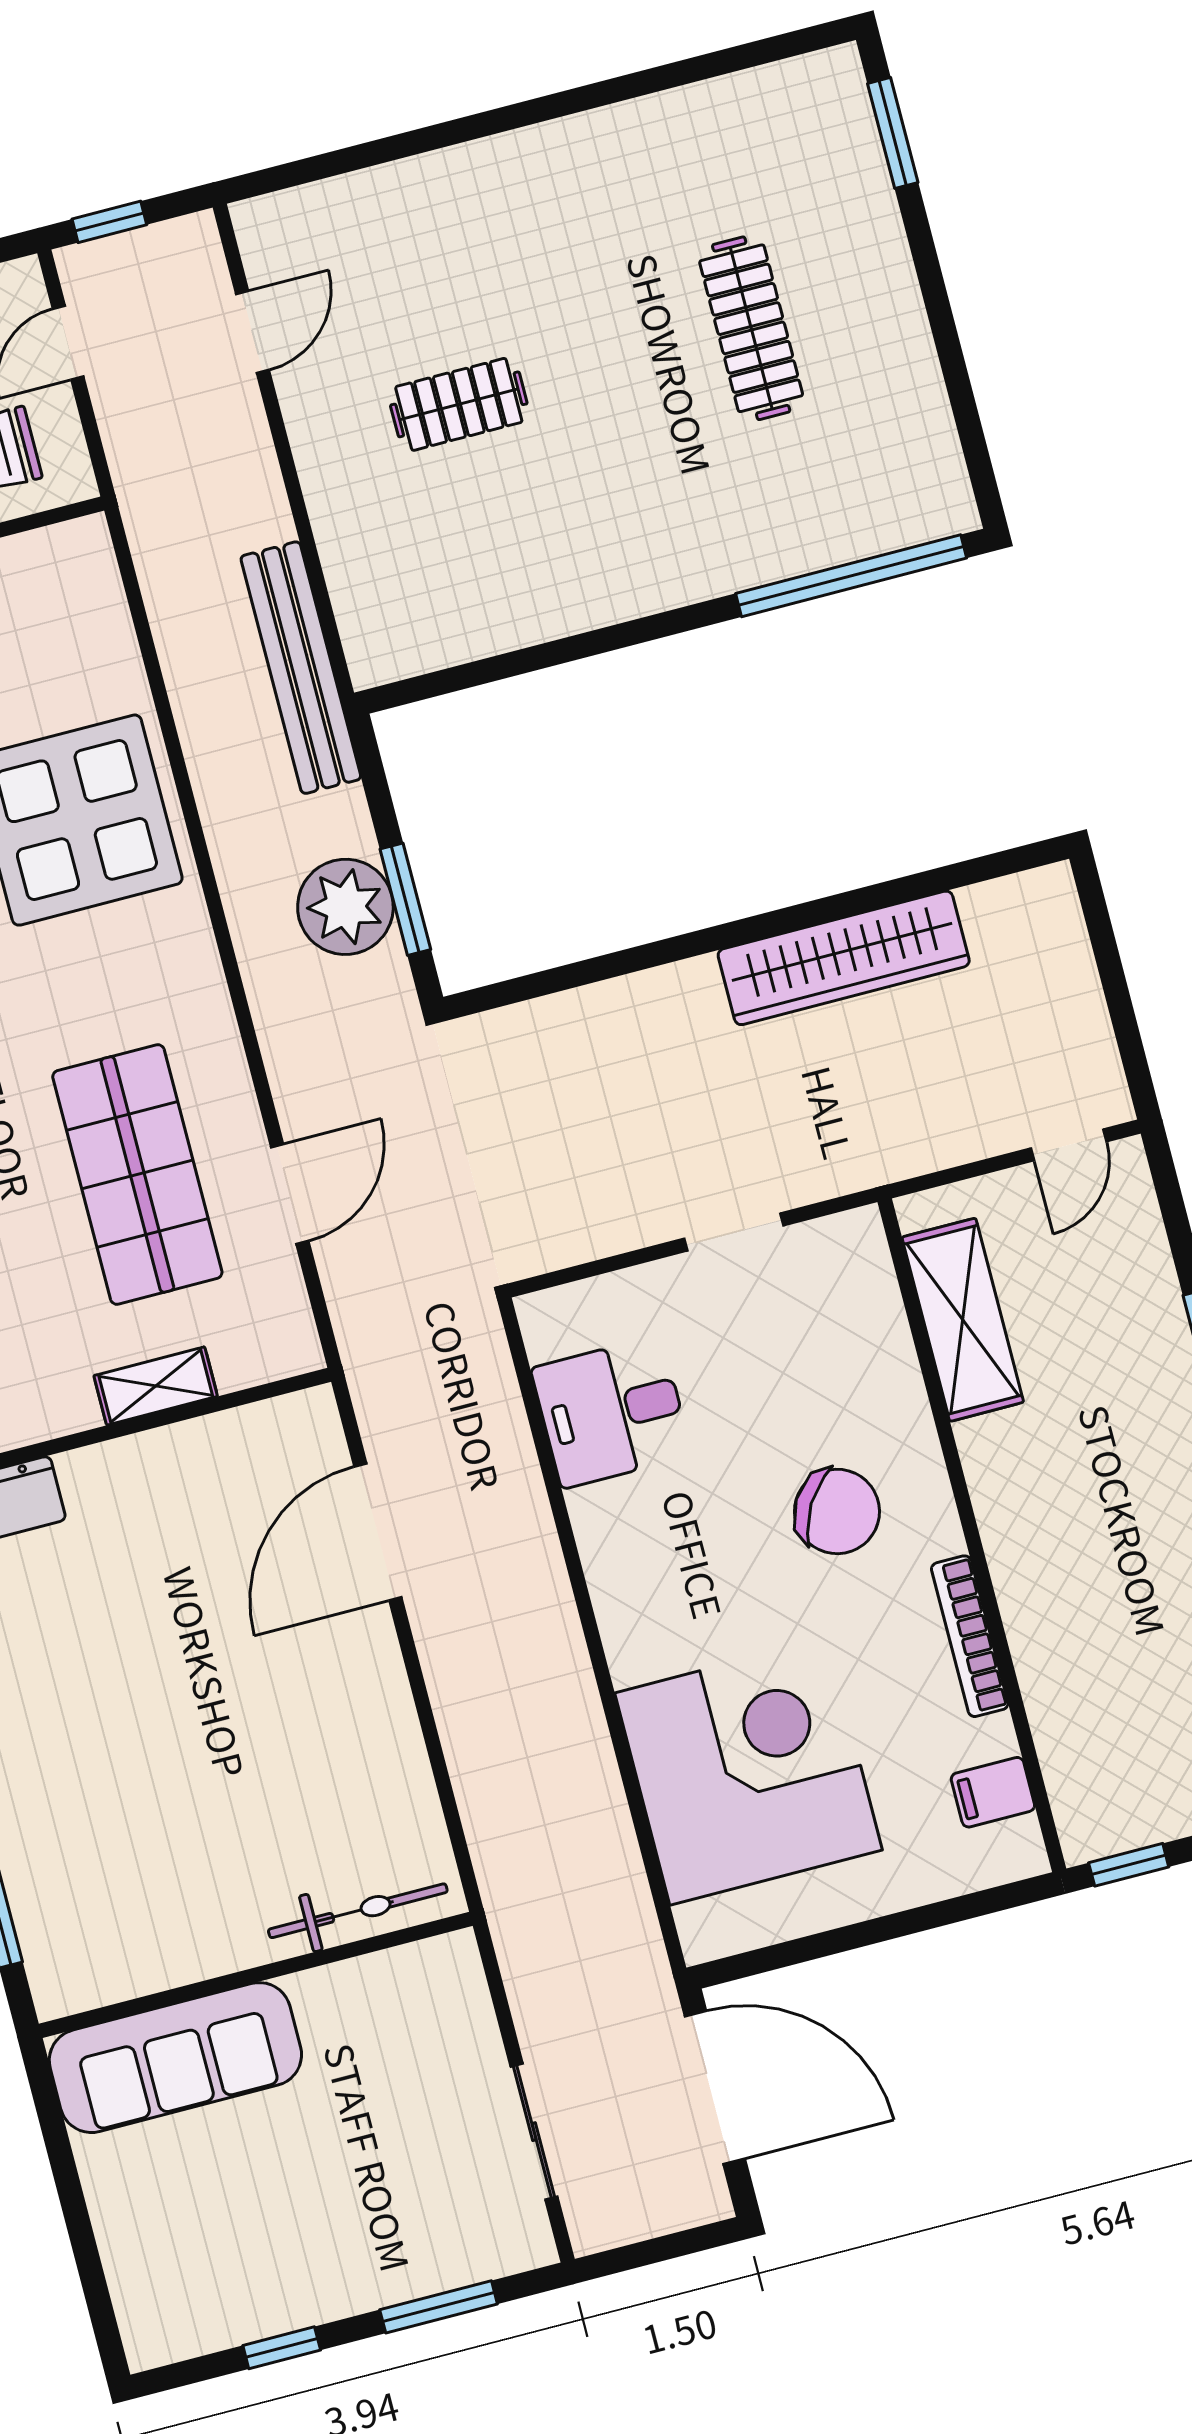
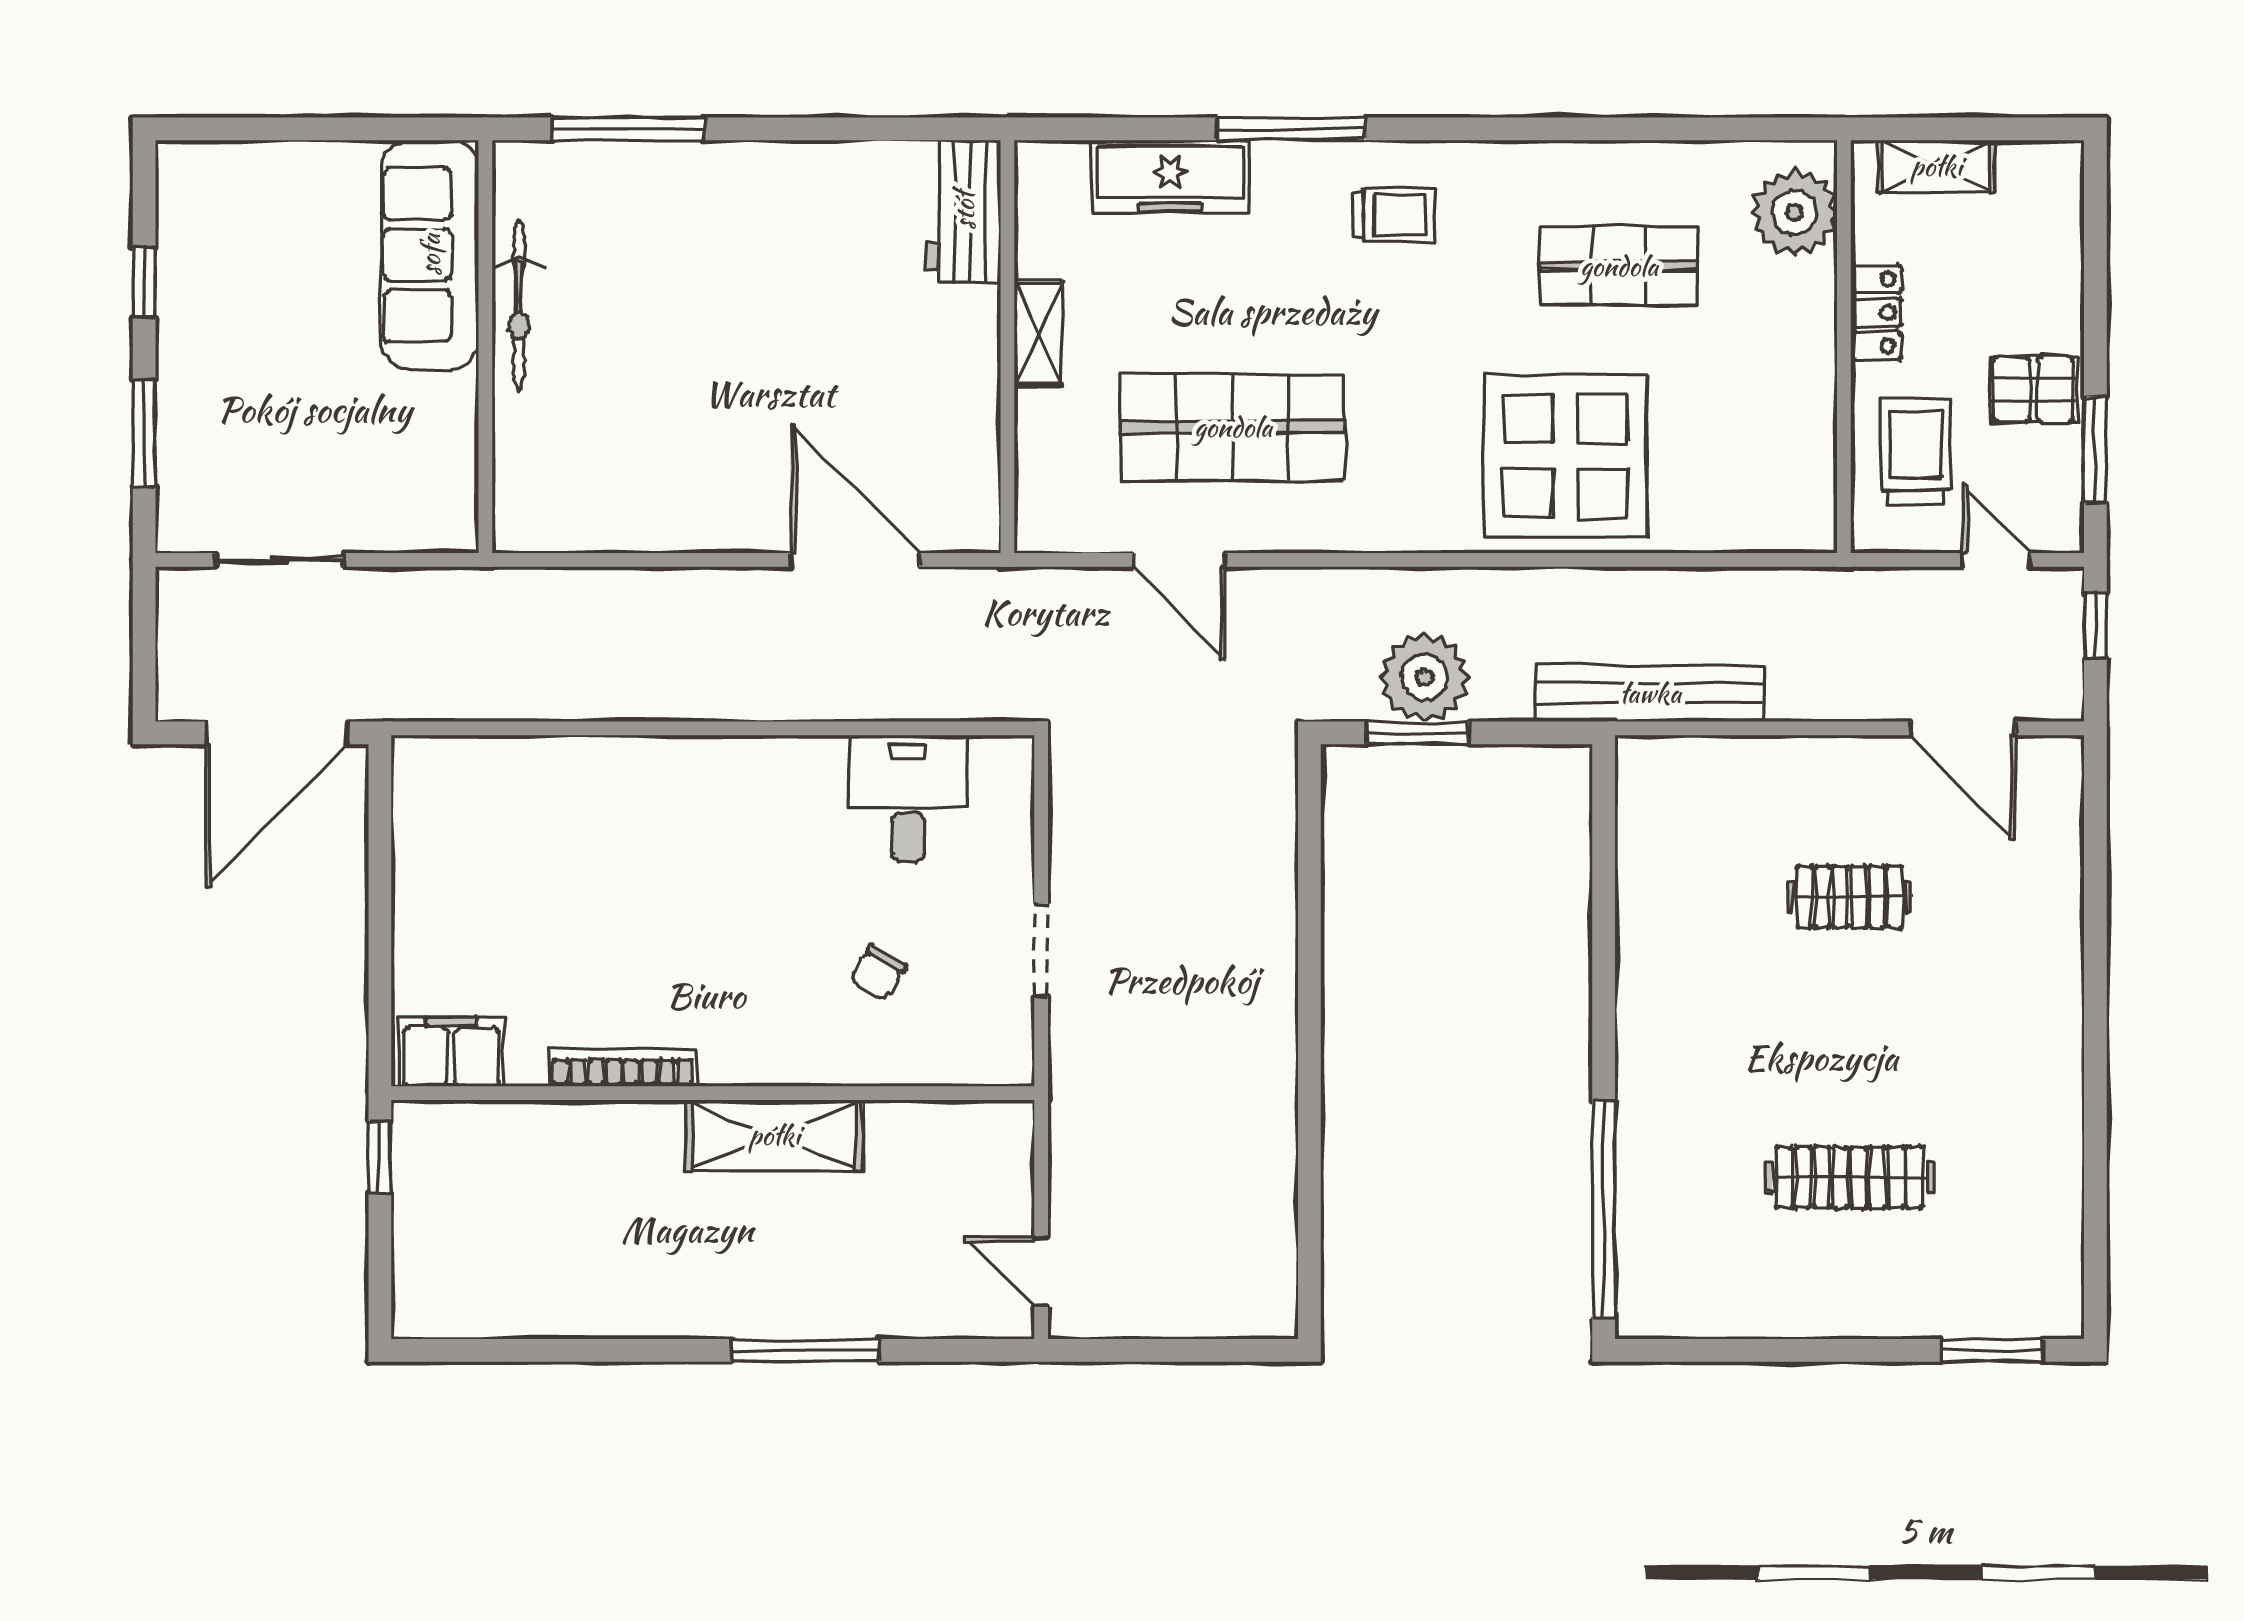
door: (253, 332) -> (1963, 728), width x1.38
clothes rail: (459, 404) -> (1850, 897), turned 90
wardrobe: (844, 958) -> (1262, 1113), removed
shelving: (963, 1320) -> (774, 1135), moved
shelving: (156, 1386) -> (1038, 333), moved
chair: (837, 1511) -> (878, 973), moved, width x0.54, depth x0.54
corner desk: (749, 1771) -> (553, 837), removed
filing cabinet: (993, 1792) -> (451, 1052), width x2.00
bicycle: (358, 1911) -> (519, 305), moved

